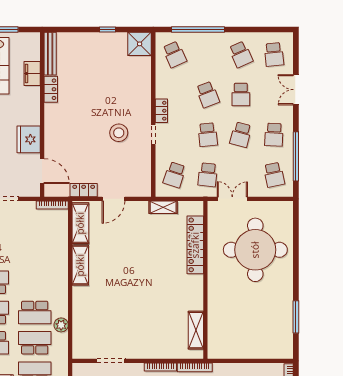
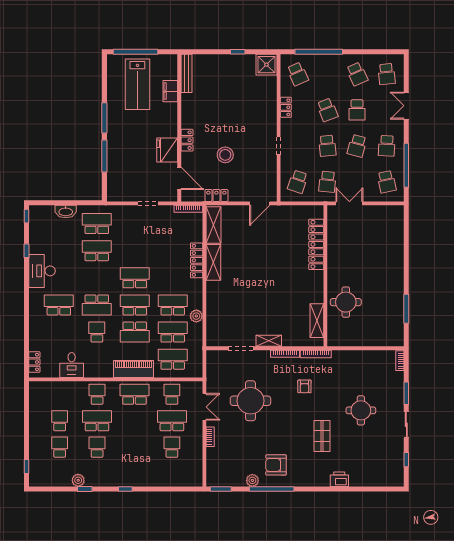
locker: (51, 89) -> (187, 140), moved
locker: (161, 111) -> (286, 107), moved
stool: (119, 133) -> (225, 155), moved
door: (113, 199) -> (260, 203), moved
shelving: (163, 207) -> (269, 341), moved
round table: (255, 250) -> (346, 302), moved, width x0.54, depth x0.54
locker: (62, 263) -> (197, 260), added
school desk: (35, 313) -> (173, 305), turned 180

